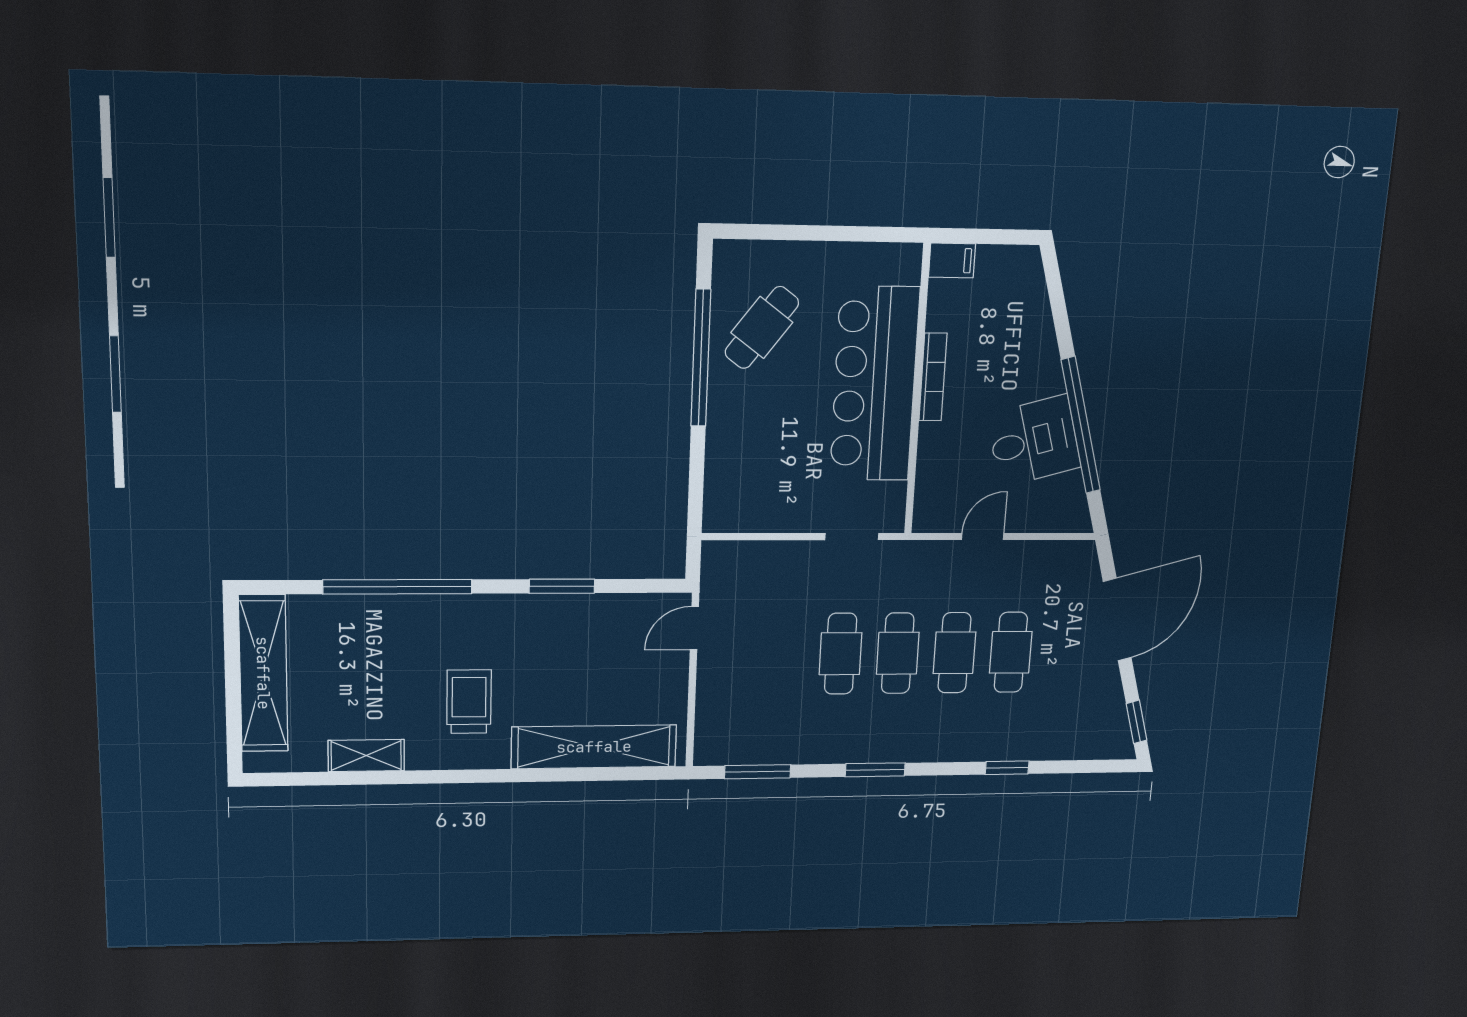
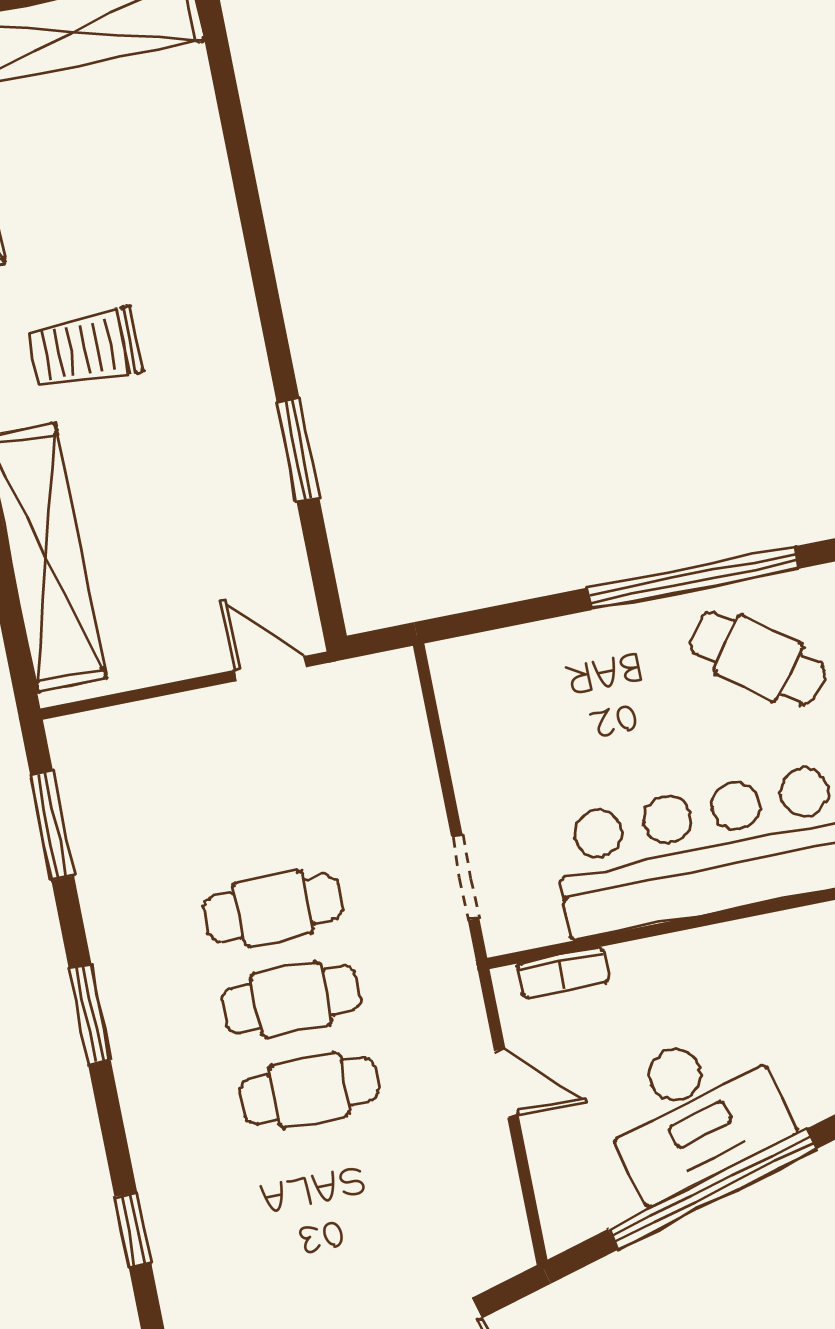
bookcase: (933, 377) -> (563, 972), moved, width x0.64
desk: (1034, 441) -> (693, 1111), width x1.37
window: (398, 587) -> (249, 204), removed
cafe table: (1011, 652) -> (327, 1181), removed
trolley: (469, 702) -> (85, 349), turned 180

